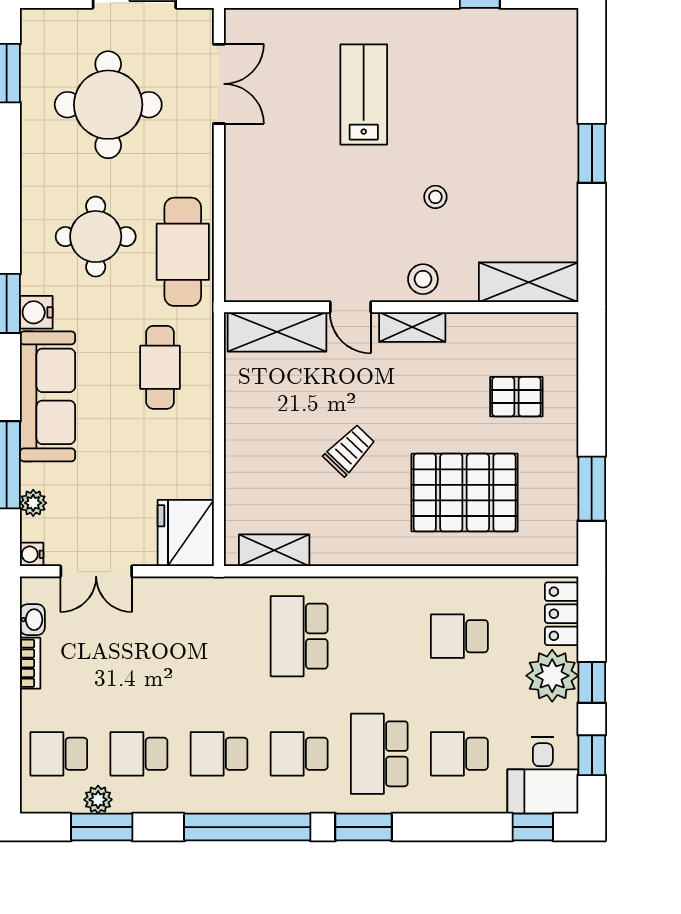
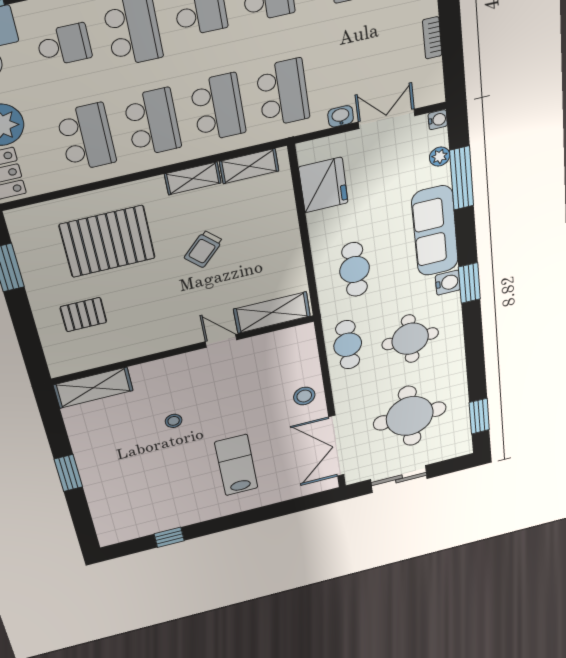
double door: (219, 84) -> (336, 446), width x1.37
lab bench: (364, 94) -> (236, 465), turned 180
cafe table: (183, 252) -> (348, 345), width x0.73, depth x0.74
stool: (423, 279) -> (304, 396), moved
shelving: (412, 327) -> (193, 178), moved
fridge: (186, 533) -> (323, 185), moved
washbasin: (32, 620) -> (341, 116), moved, turned 90
school desk: (219, 636) -> (283, 93), added
school desk: (379, 636) -> (153, 122), added
school desk: (459, 636) -> (86, 137), width x1.85

